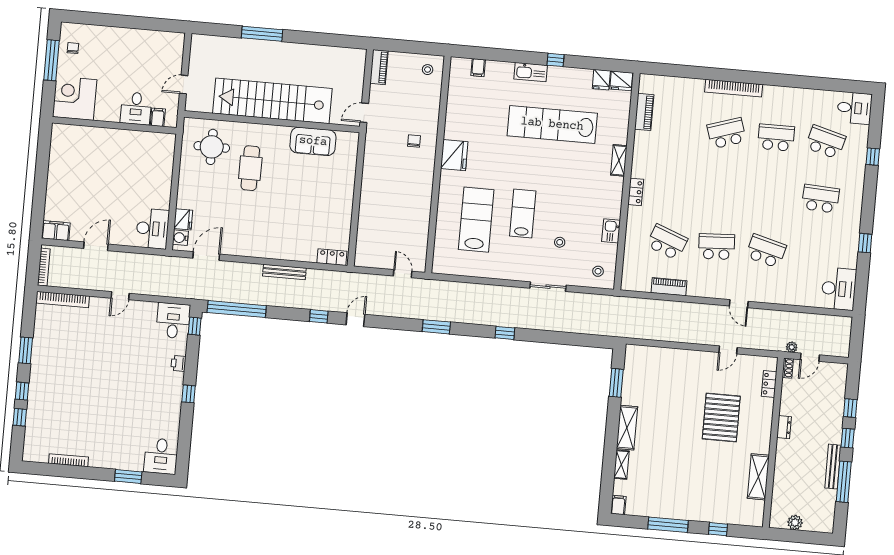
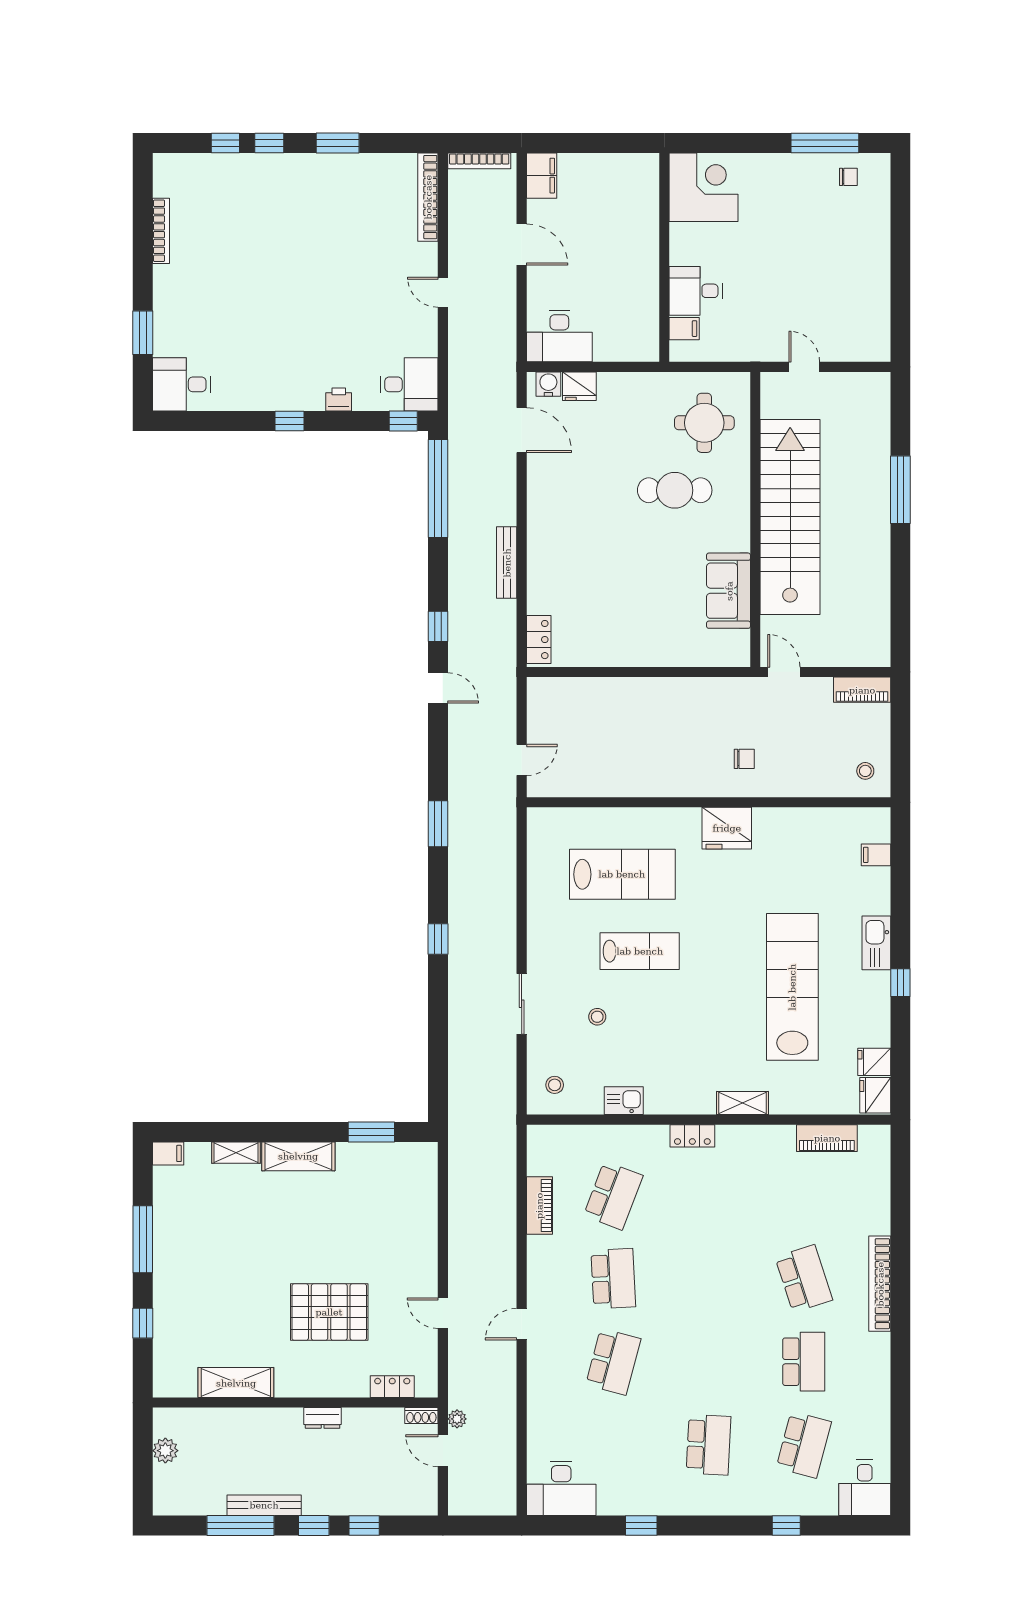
corner desk: (75, 98) -> (703, 187), moved
desk: (136, 108) -> (696, 291), moved
filing cabinet: (158, 117) -> (684, 329), moved
wall: (114, 125) -> (664, 257), moved

